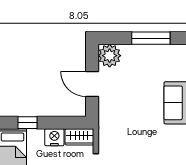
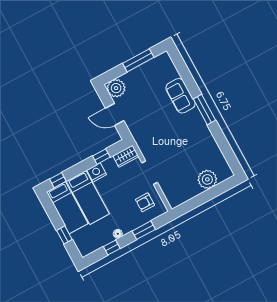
window: (27, 123) -> (101, 157), moved
nightstand: (54, 137) -> (97, 172), moved

